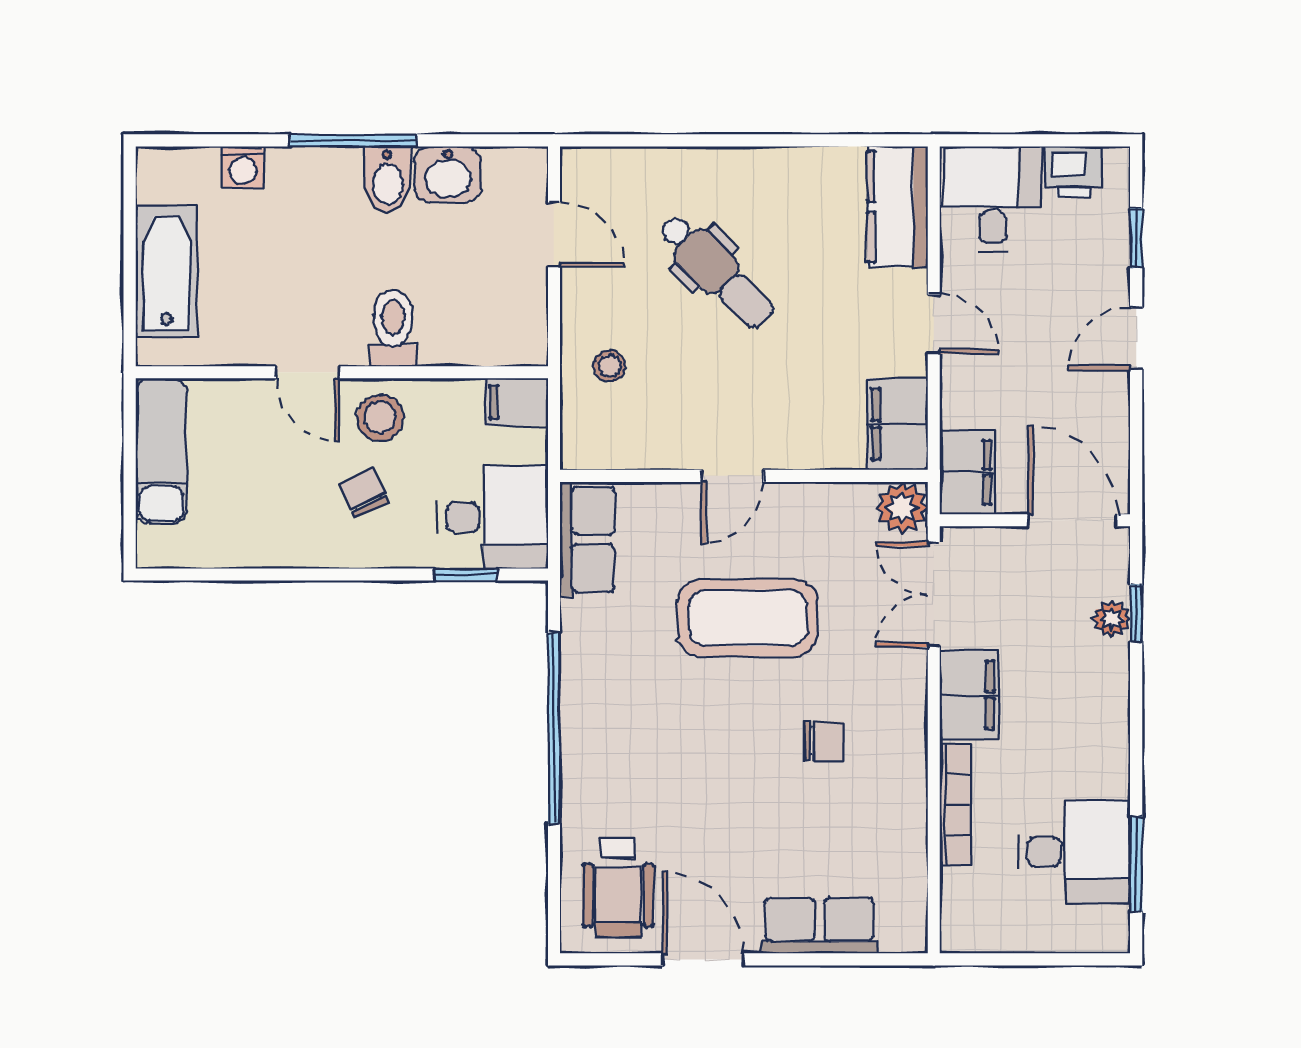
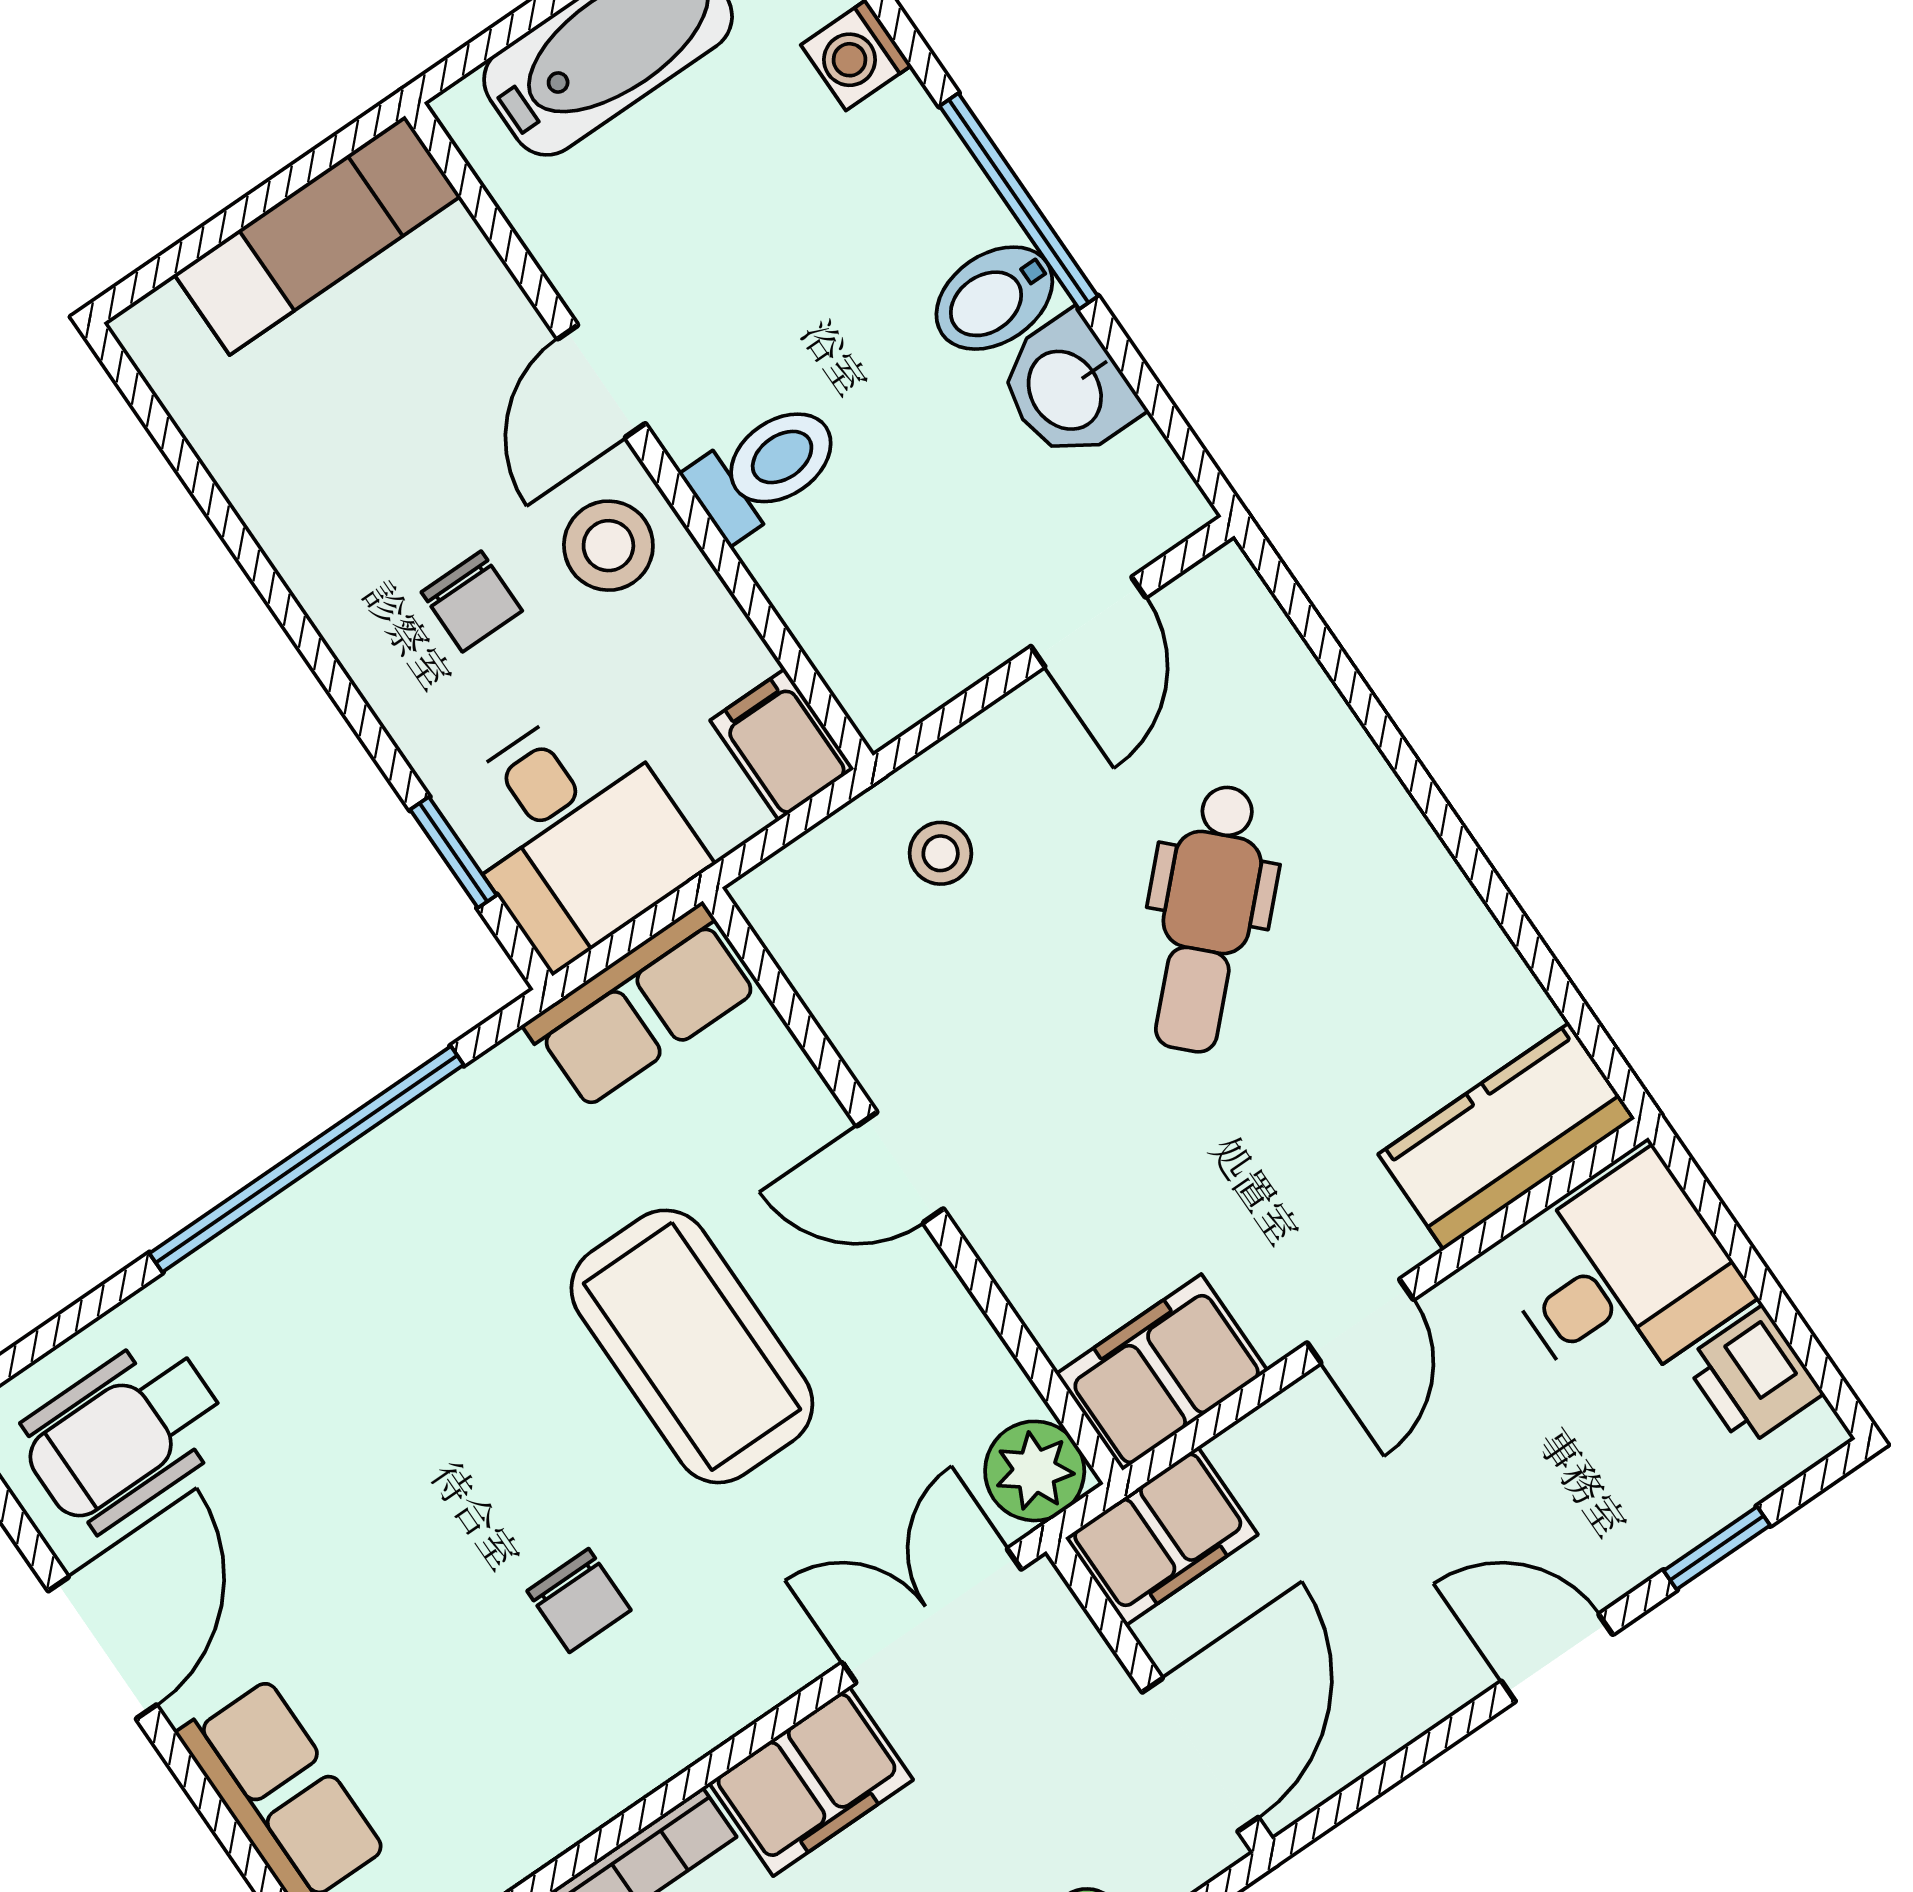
chair: (364, 493) -> (472, 601), turned 115

